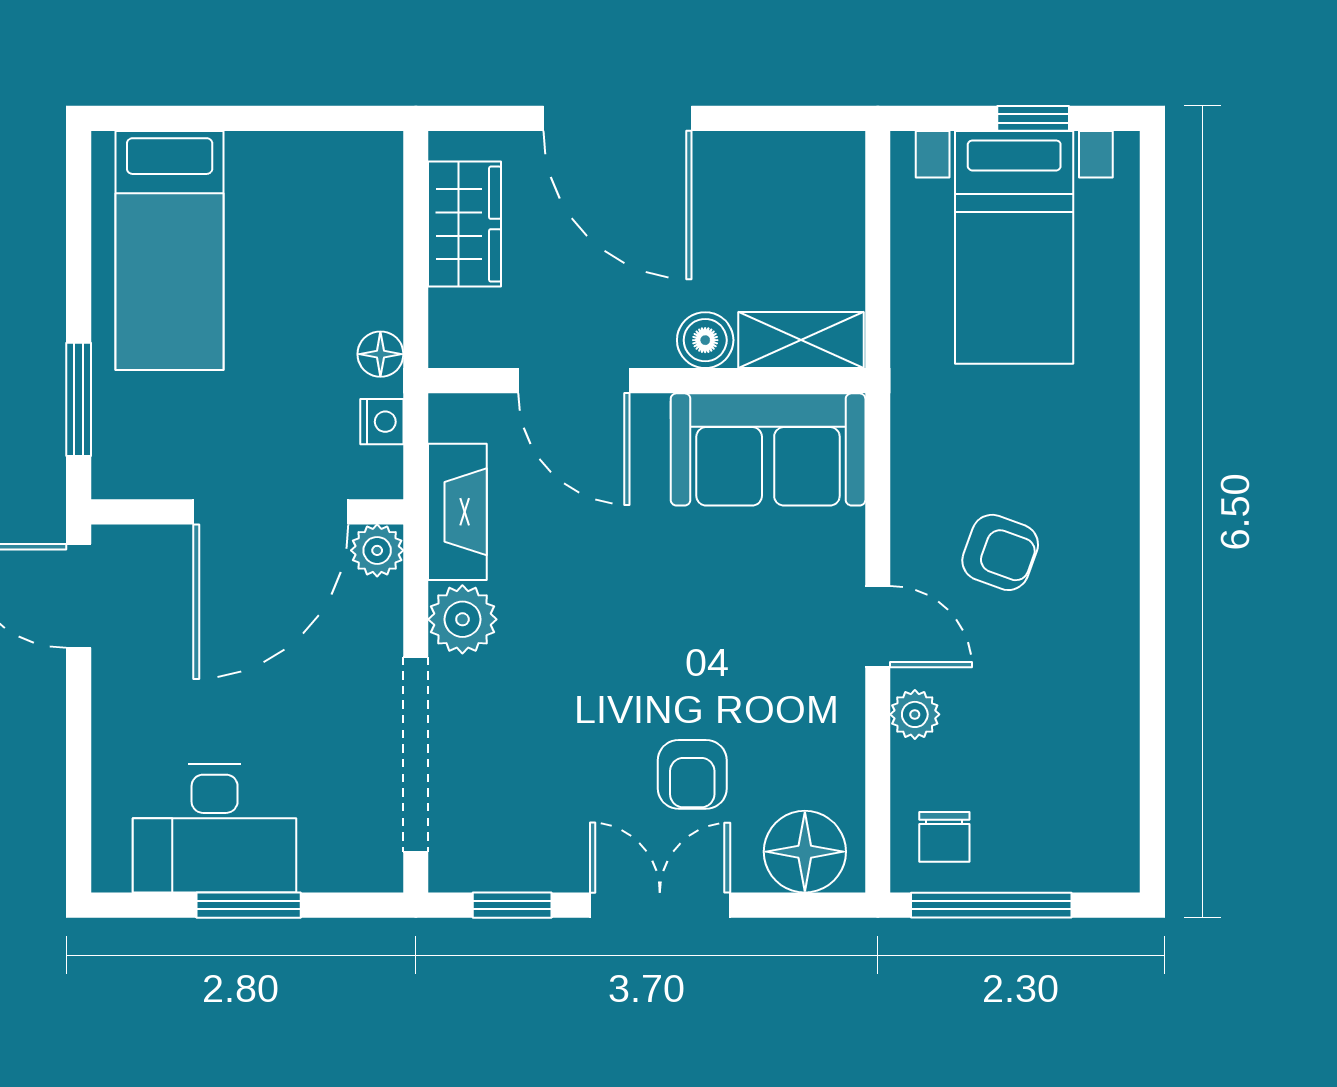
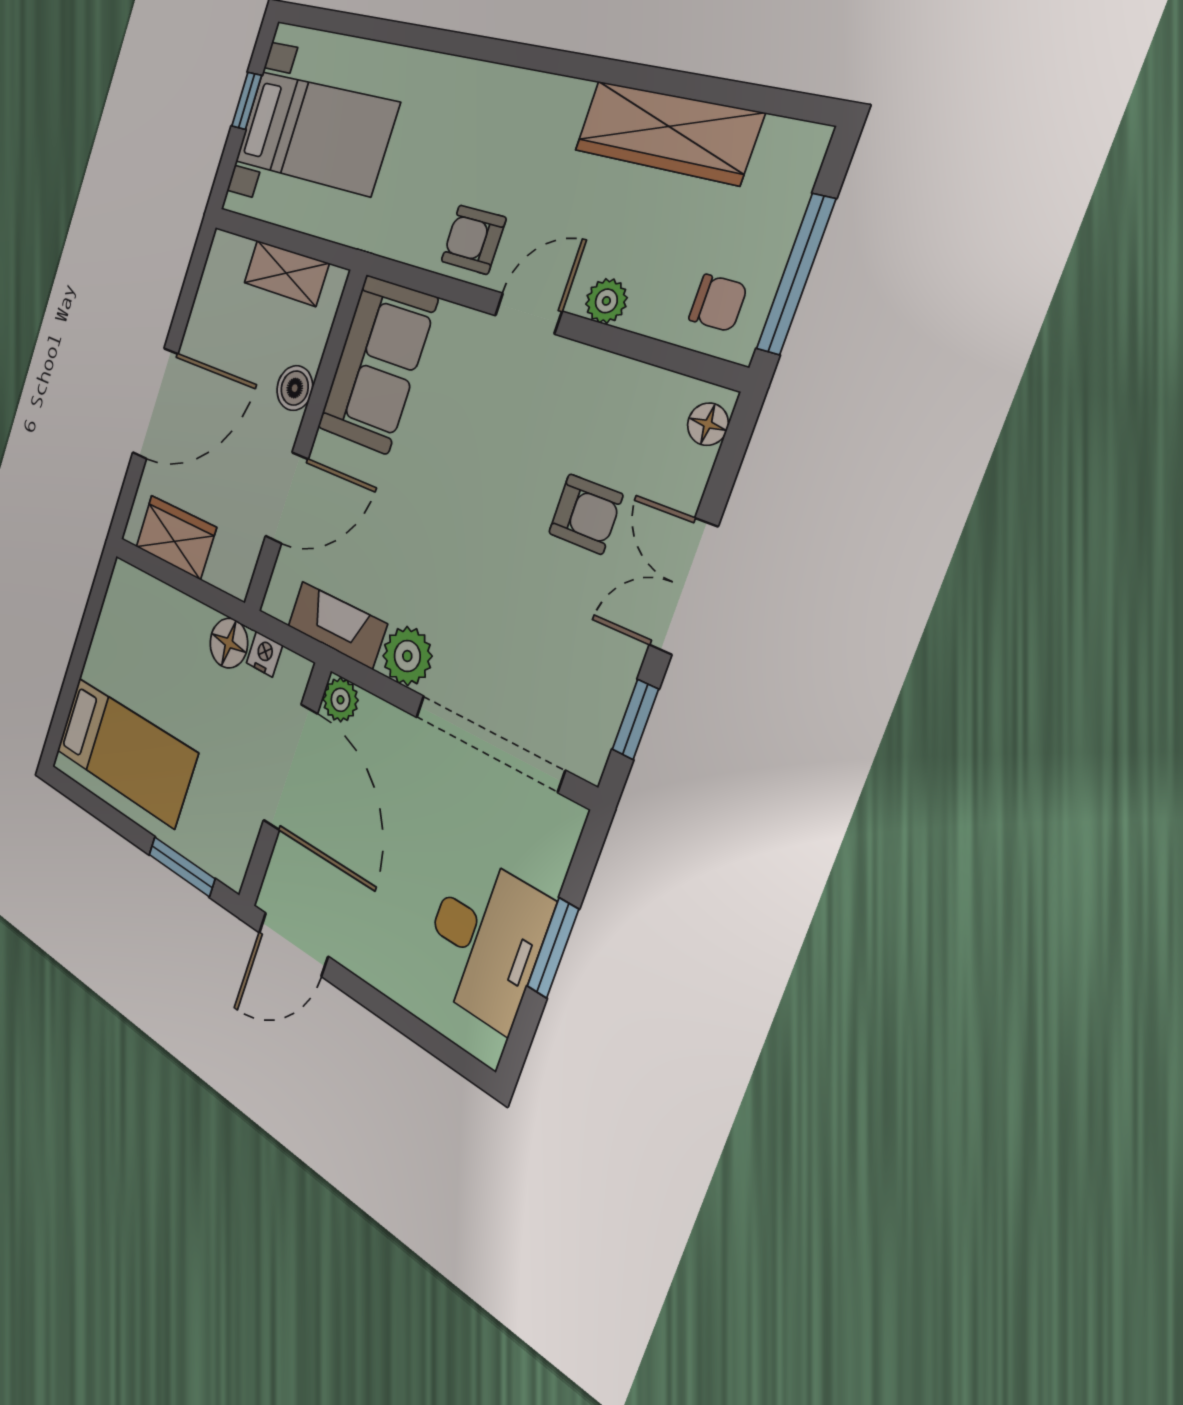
shelving: (801, 340) -> (286, 273), moved, turned 90
floor lamp: (380, 354) -> (229, 643), width x1.37, depth x1.37
armchair: (1000, 552) -> (473, 240), moved, turned -110
wardrobe: (1101, 717) -> (667, 132), added
floor lamp: (805, 852) -> (708, 424), width x0.53, depth x0.53

